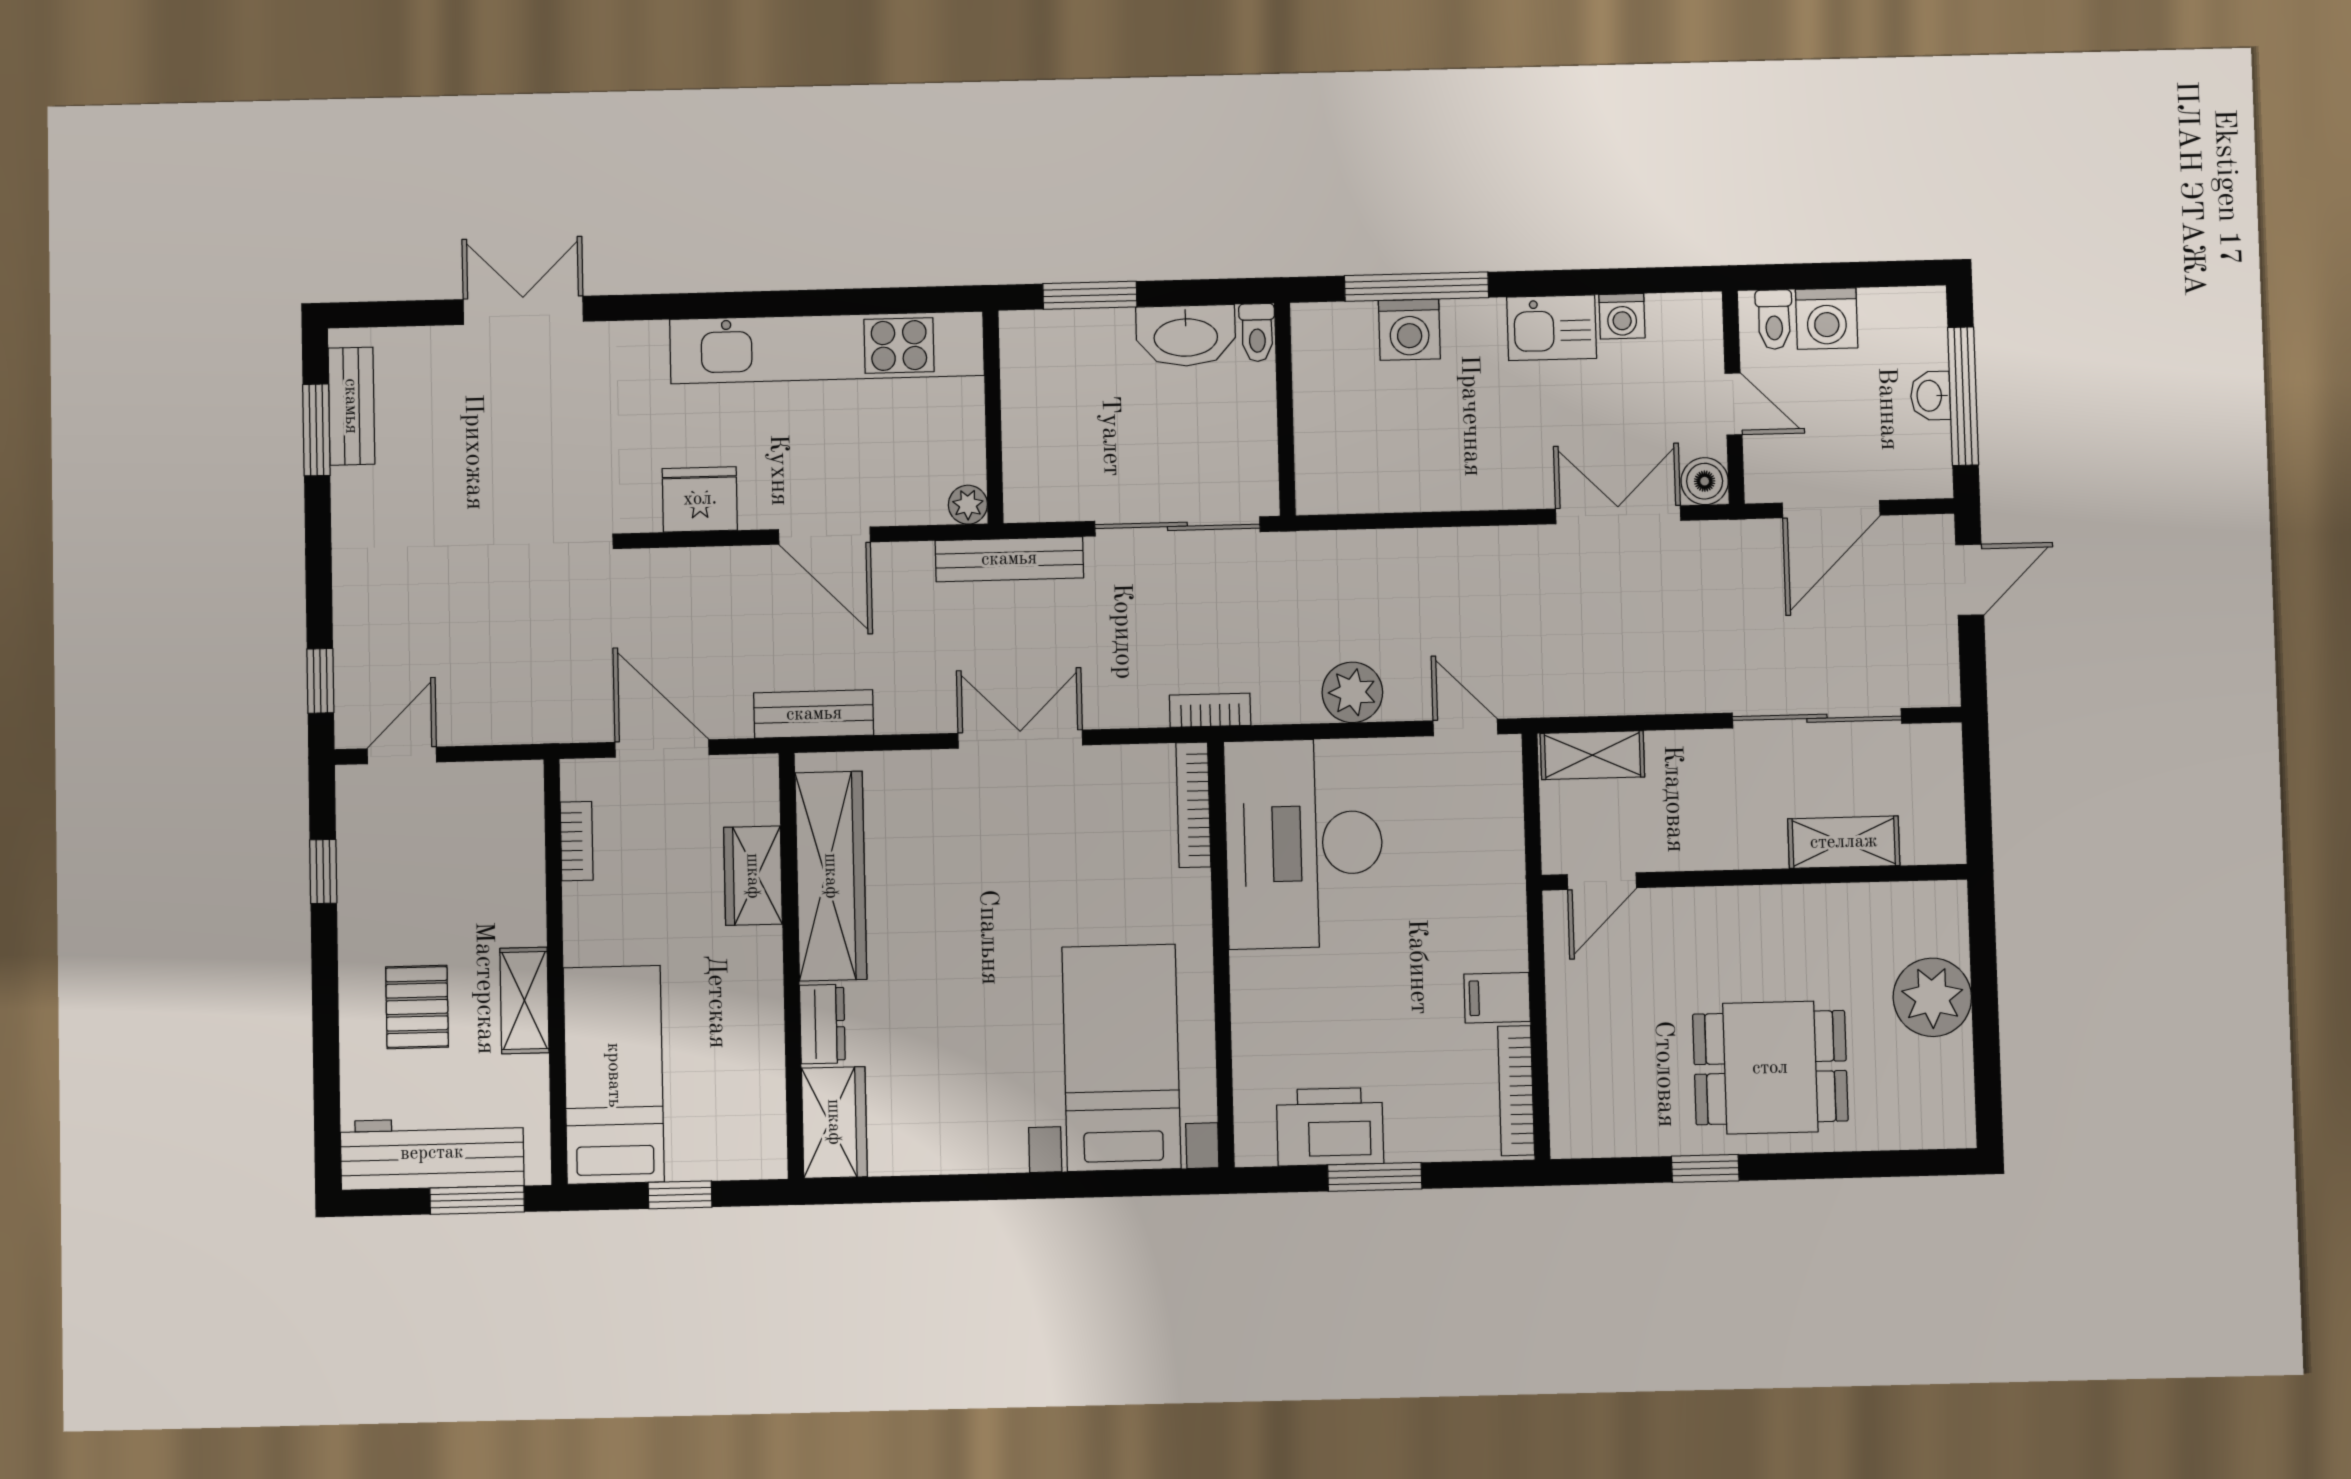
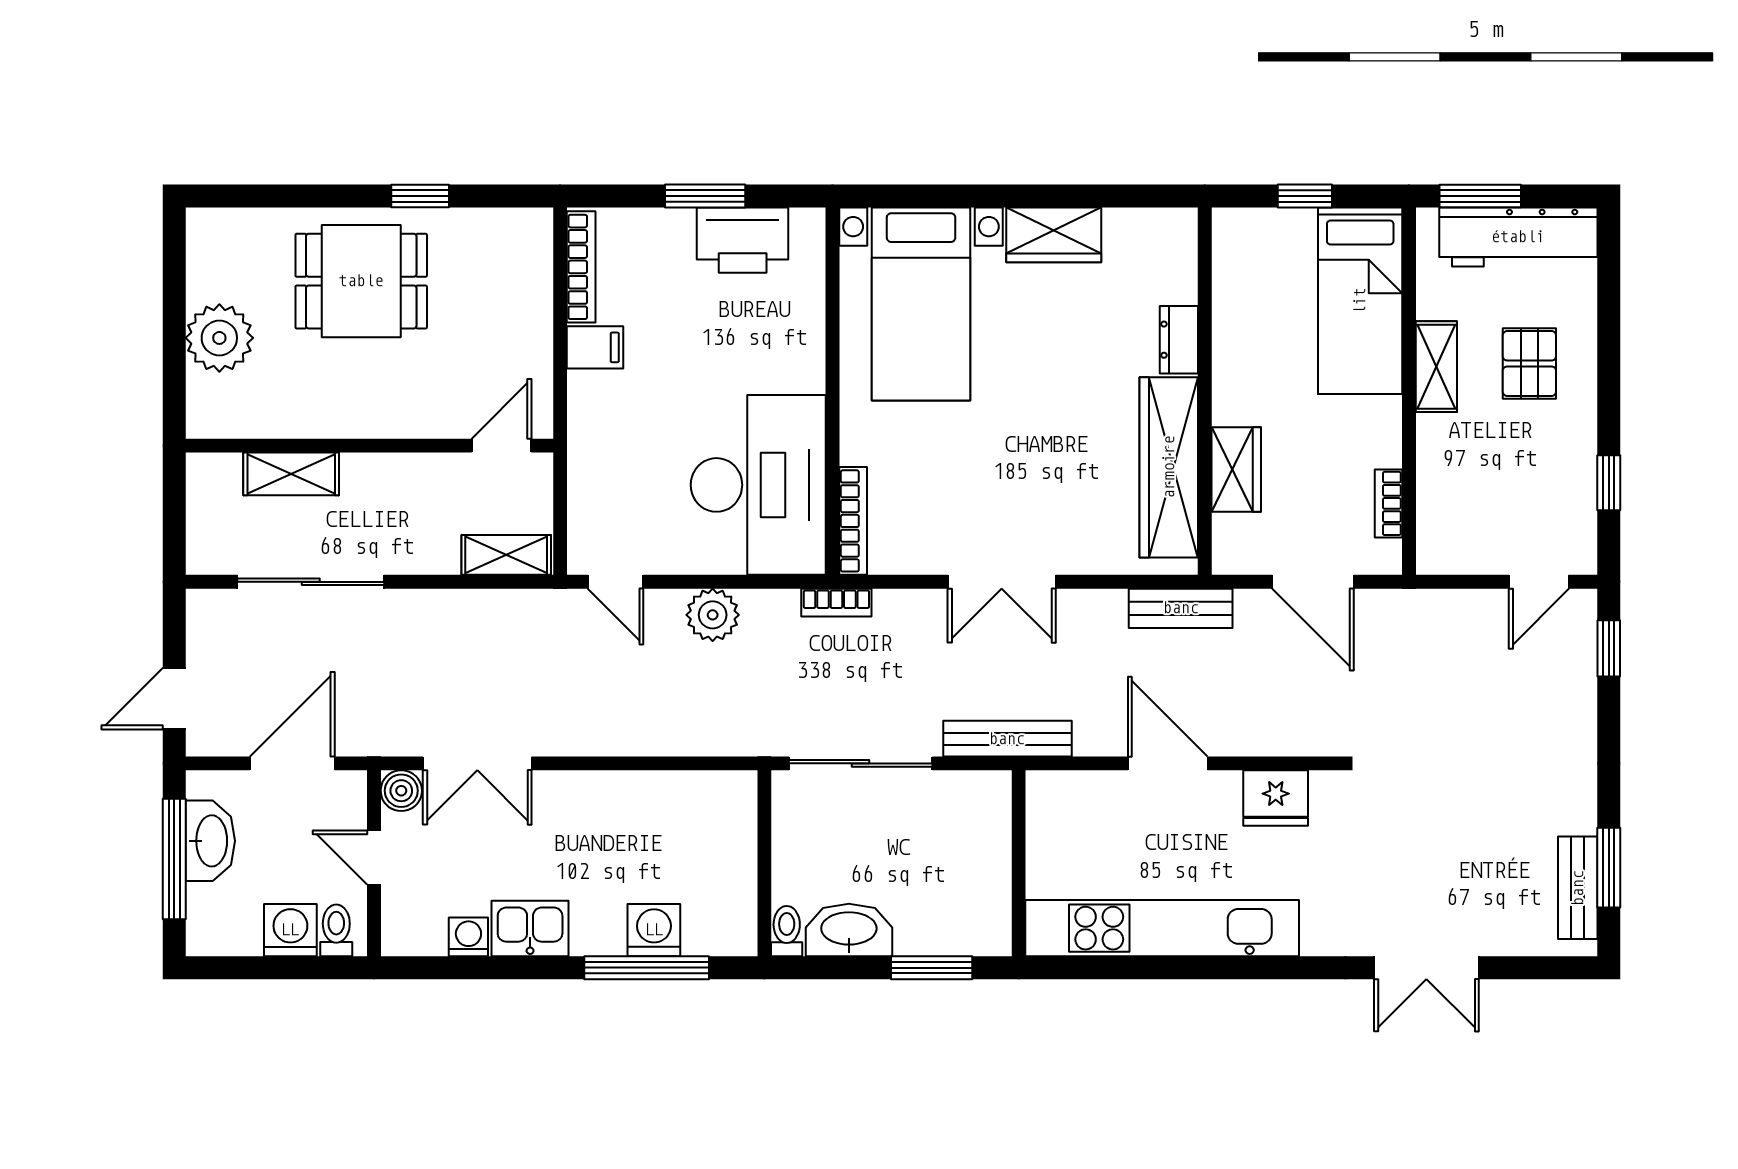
washbasin: (1930, 396) -> (210, 841), width x1.91, depth x1.45
plant: (968, 505) -> (1042, 787), removed
wardrobe: (834, 1122) -> (1054, 235), moved, turned -90

